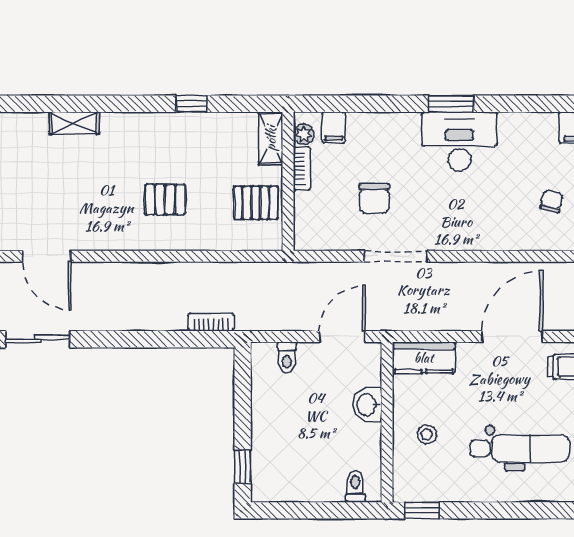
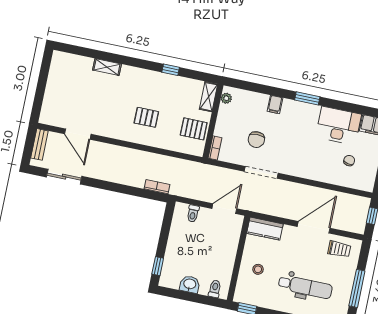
filing cabinet: (334, 127) -> (275, 105), moved
desk: (460, 142) -> (339, 126), moved
bookcase: (302, 168) -> (215, 148), moved
washbasin: (367, 405) -> (190, 284), moved, turned 90

